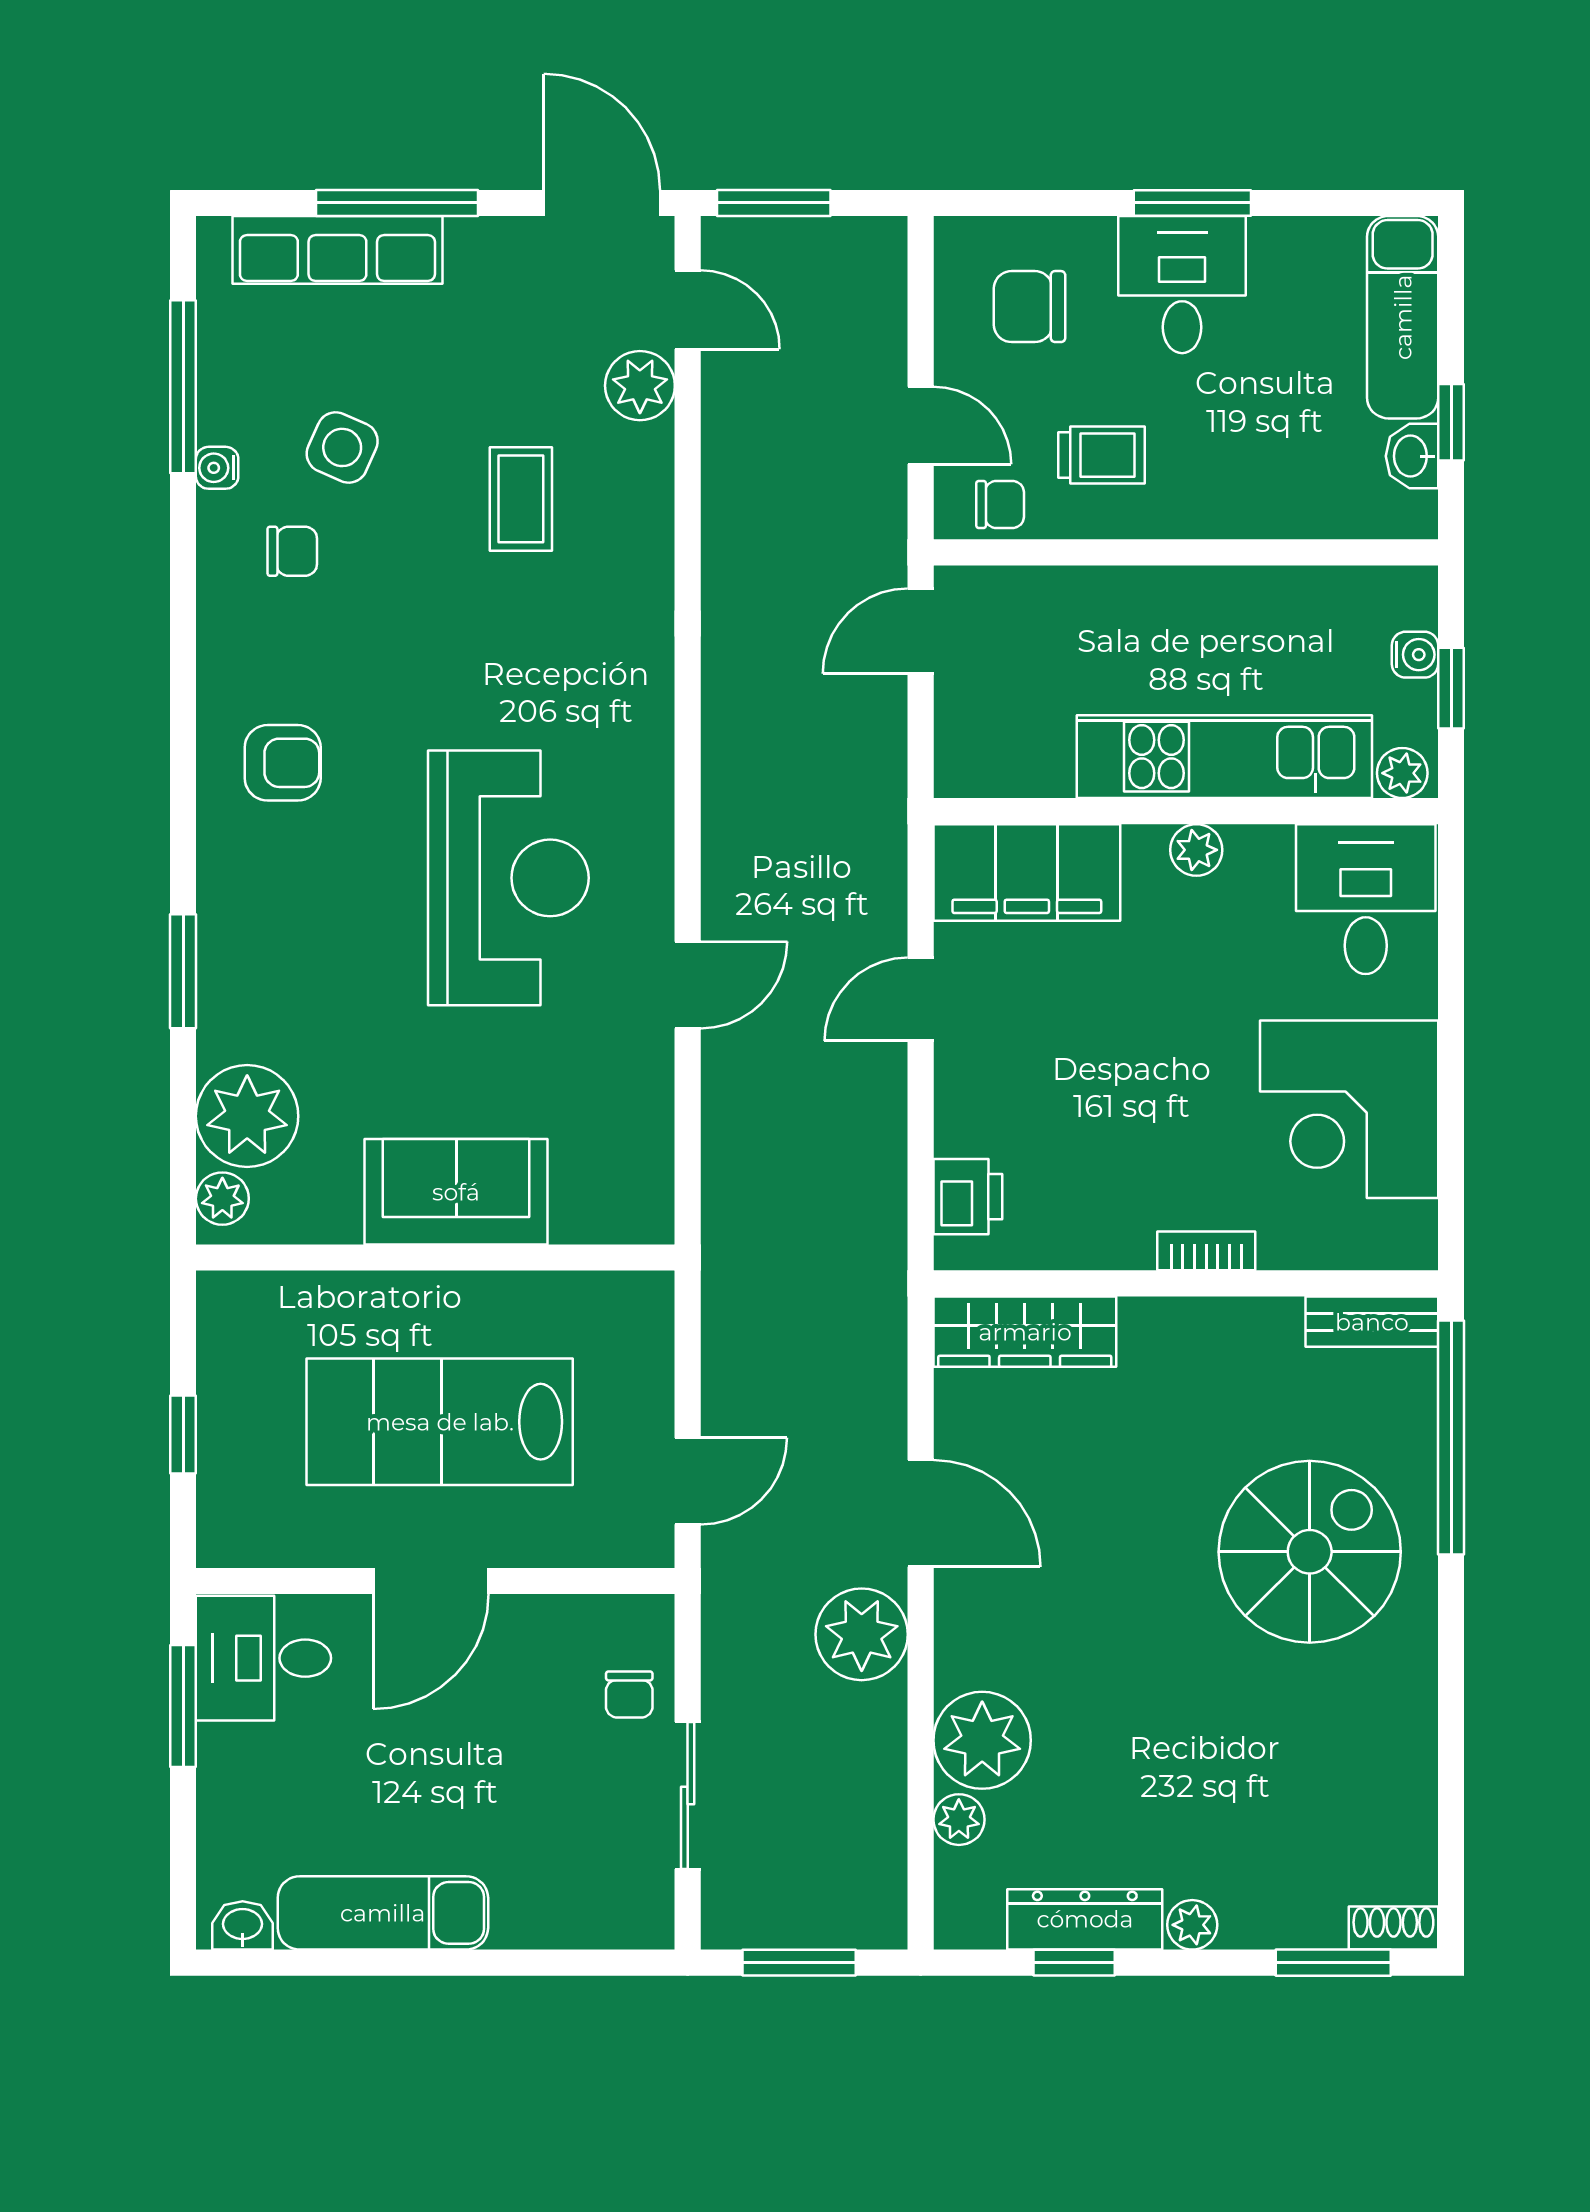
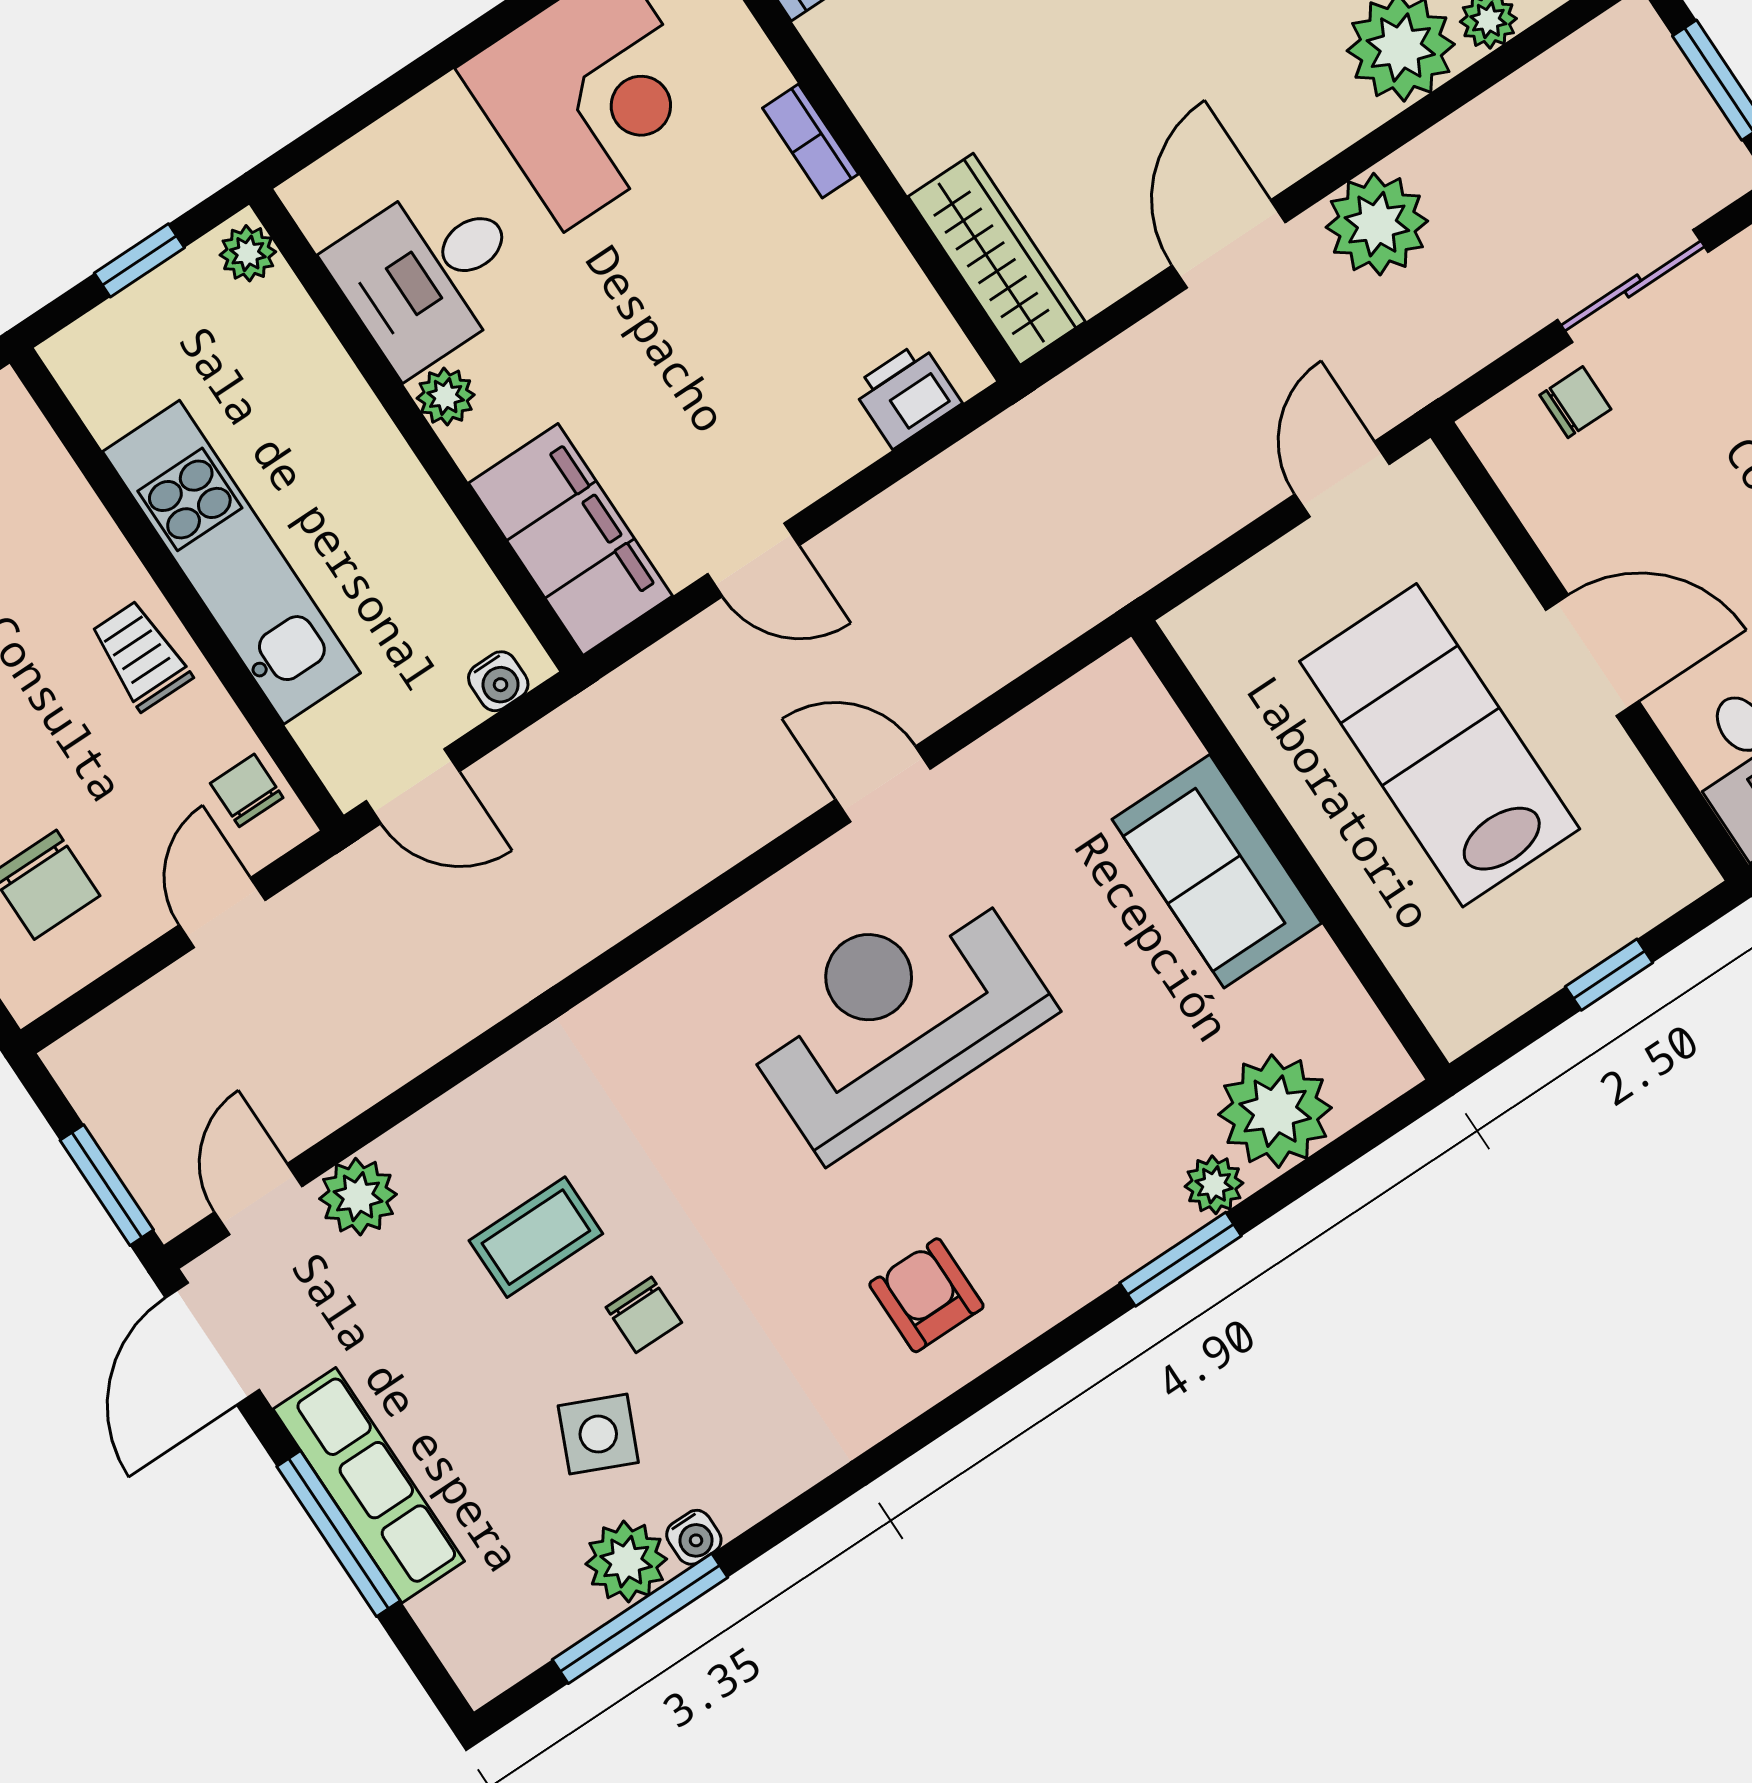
row of seats: (337, 250) -> (369, 1485), moved
plant: (233, 405) -> (626, 1562), added
trolley: (1101, 455) -> (141, 655), moved
chair: (292, 551) -> (644, 1315), moved, turned 180
water cooler: (1415, 655) -> (498, 681), moved, turned 180
kitchen unit: (1224, 757) -> (232, 562), moved, turned 180
desk: (1366, 899) -> (429, 273), moved
plant: (222, 1199) -> (1214, 1185), moved
lab bench: (440, 1422) -> (1440, 745), turned 180
door: (688, 1481) -> (1342, 479), hinge flipped

